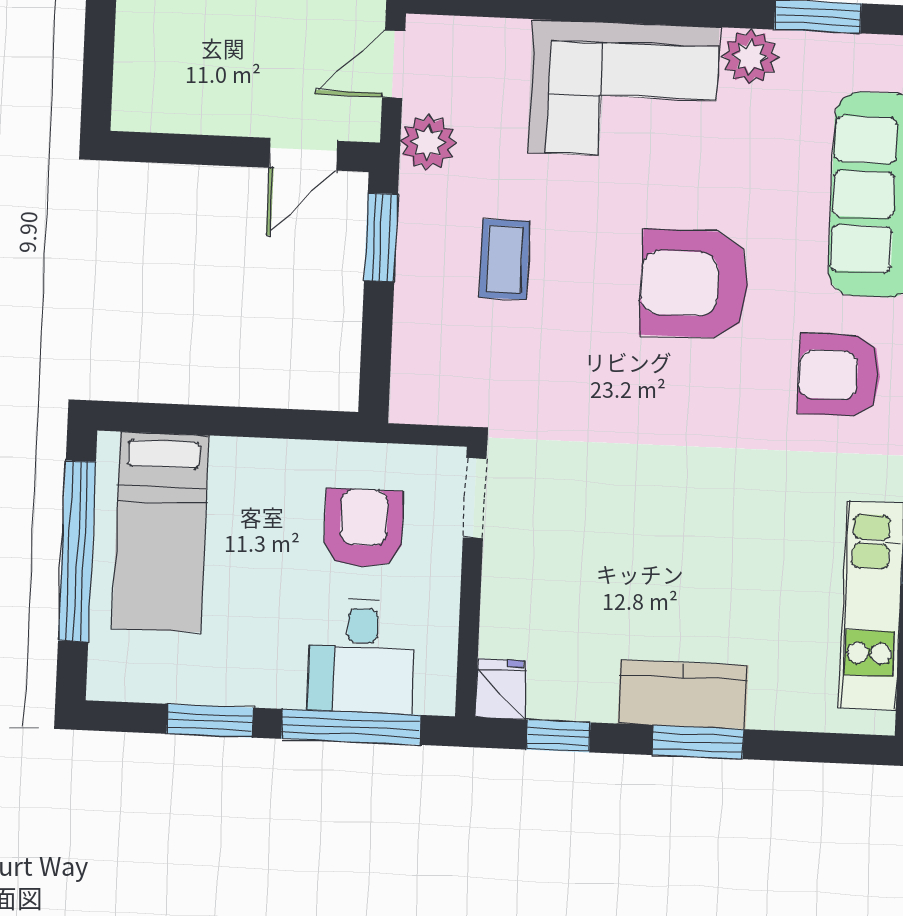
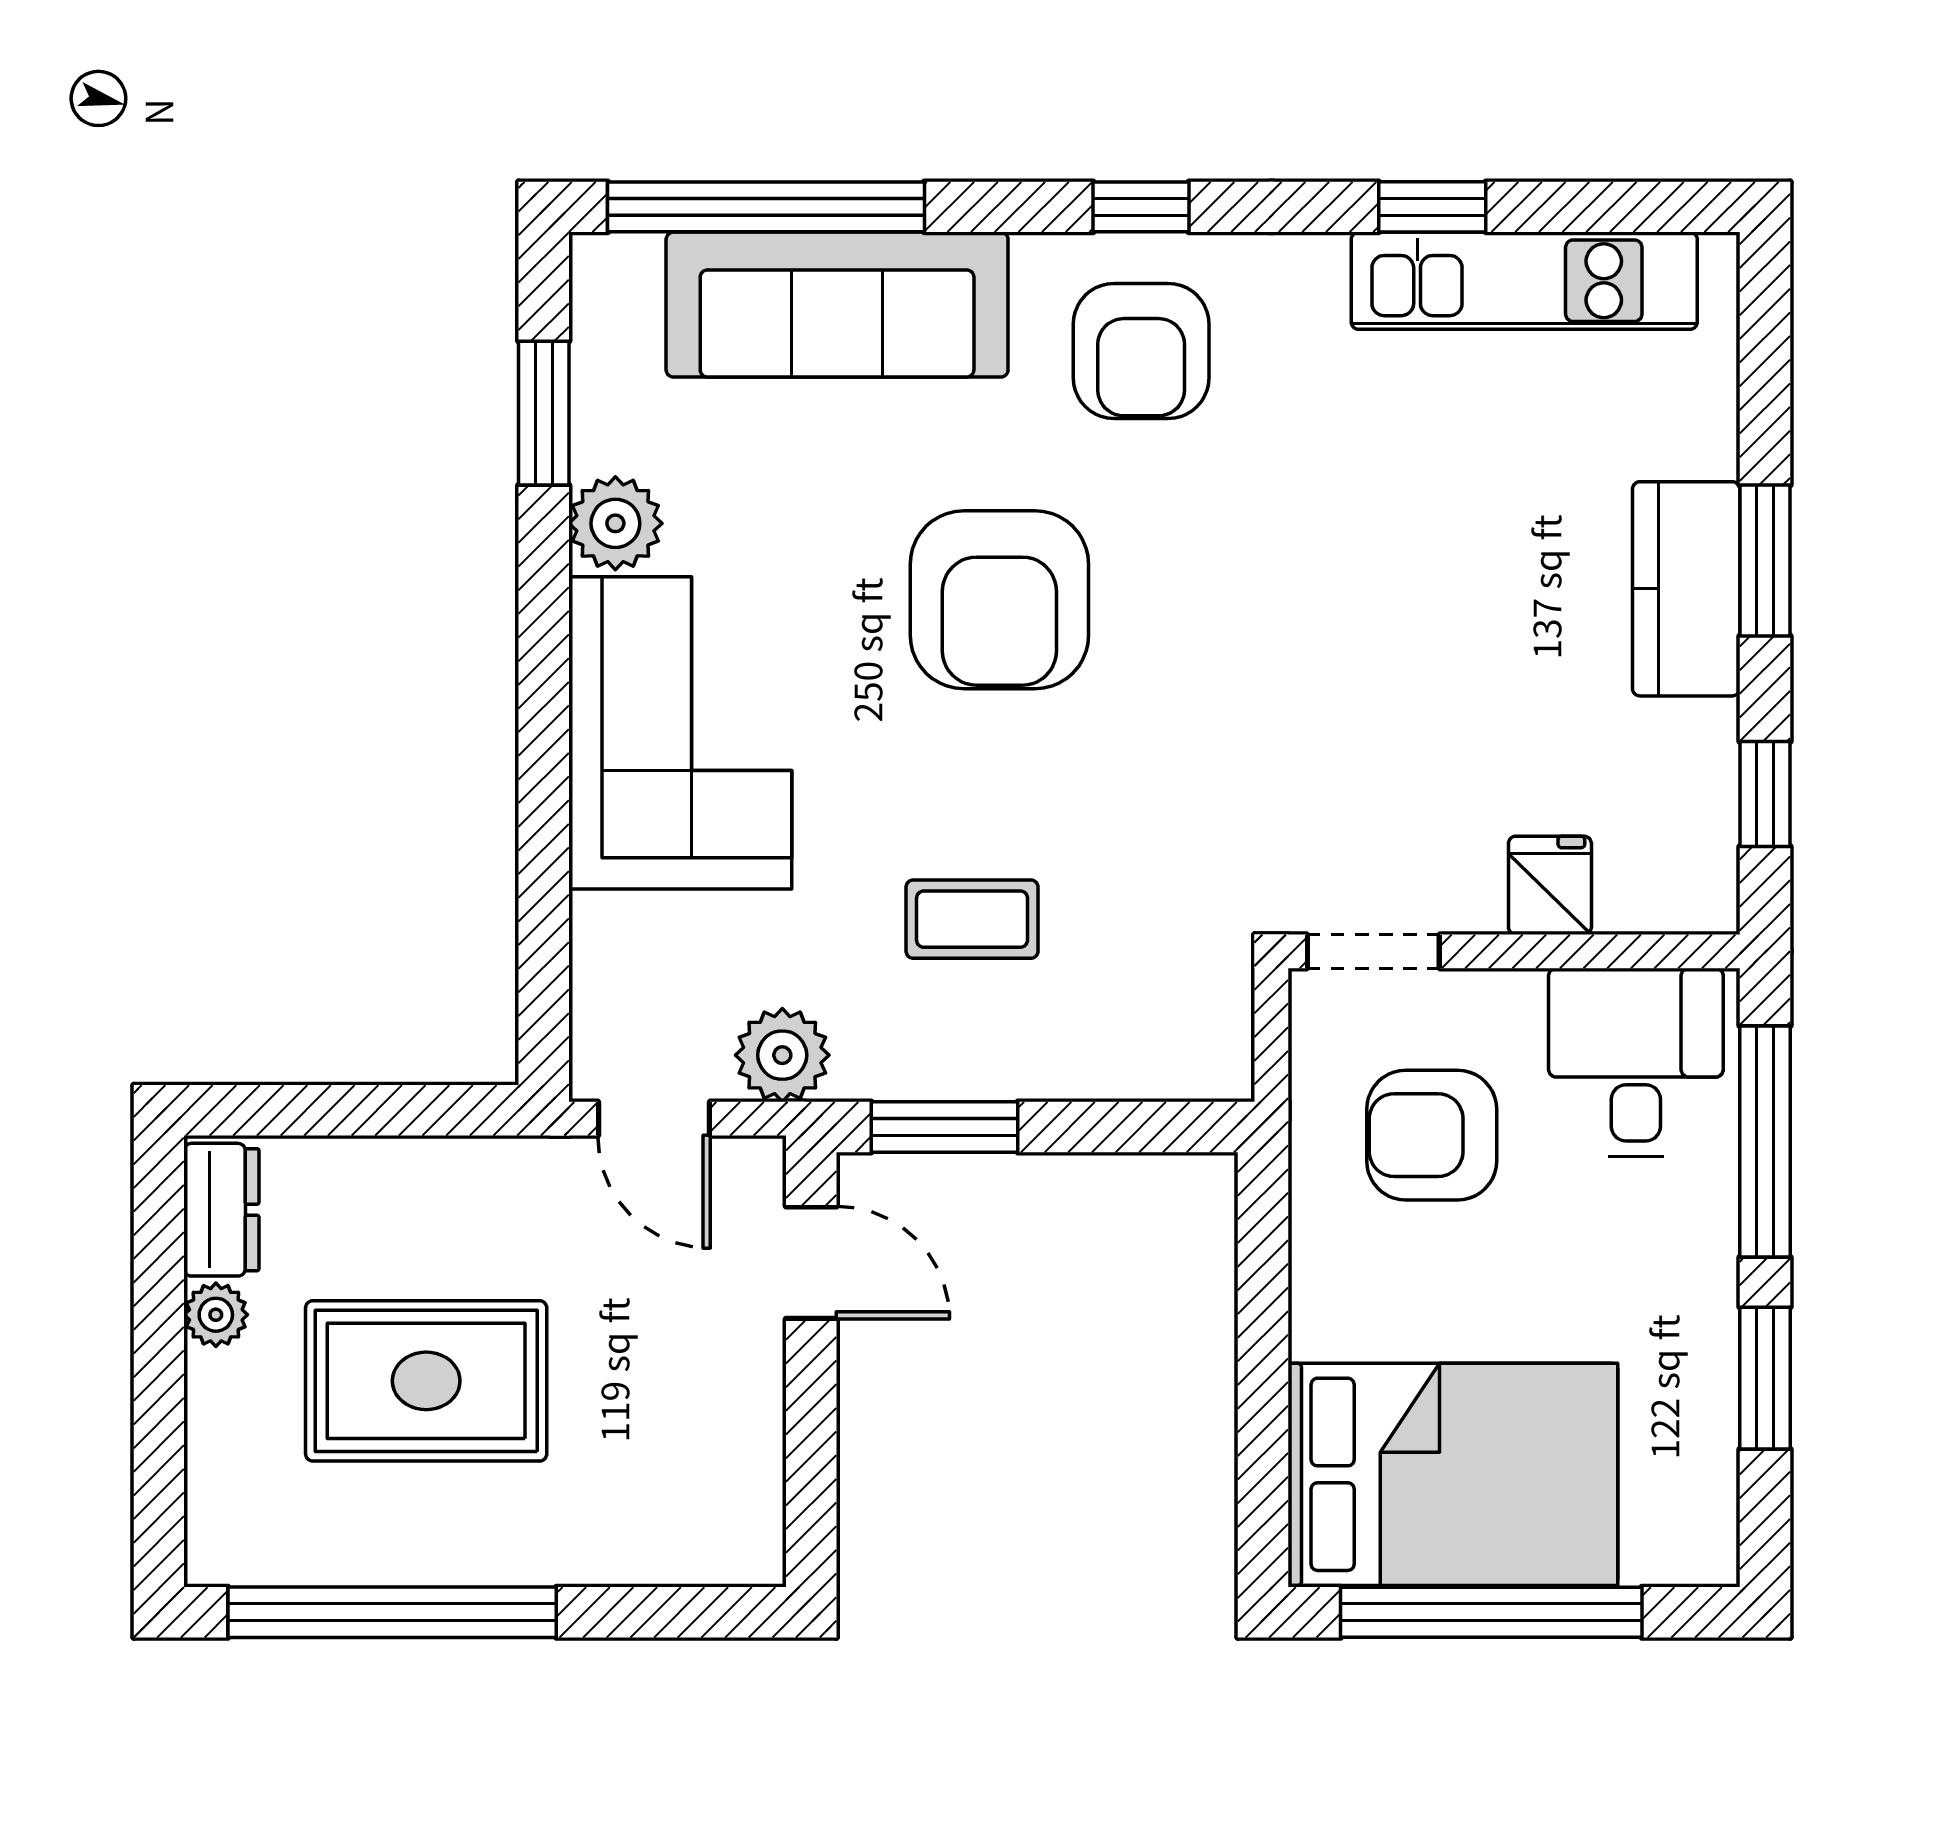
bed: (160, 532) -> (1453, 1474), width x1.50
desk: (361, 656) -> (1636, 1062), moved, turned -90
fridge: (501, 689) -> (1550, 885), moved, turned 90

